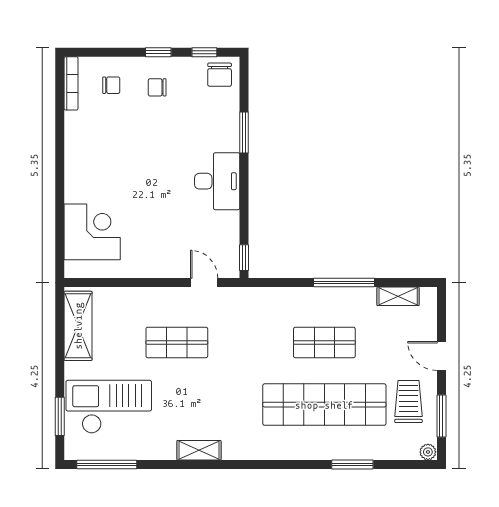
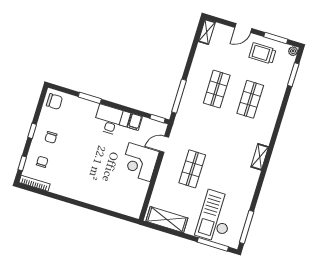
window: (204, 52) -> (22, 163), moved
filing cabinet: (227, 221) -> (135, 122), added
corner desk: (92, 232) -> (140, 162), moved, turned -90
window: (344, 282) -> (179, 96), moved
shelving: (398, 296) -> (207, 32), moved
shop shelf: (324, 405) -> (250, 99), width x0.50, depth x0.74
window: (60, 416) -> (213, 244), width x1.44
shelving: (199, 450) -> (260, 157), moved
window: (352, 465) -> (293, 75), moved

